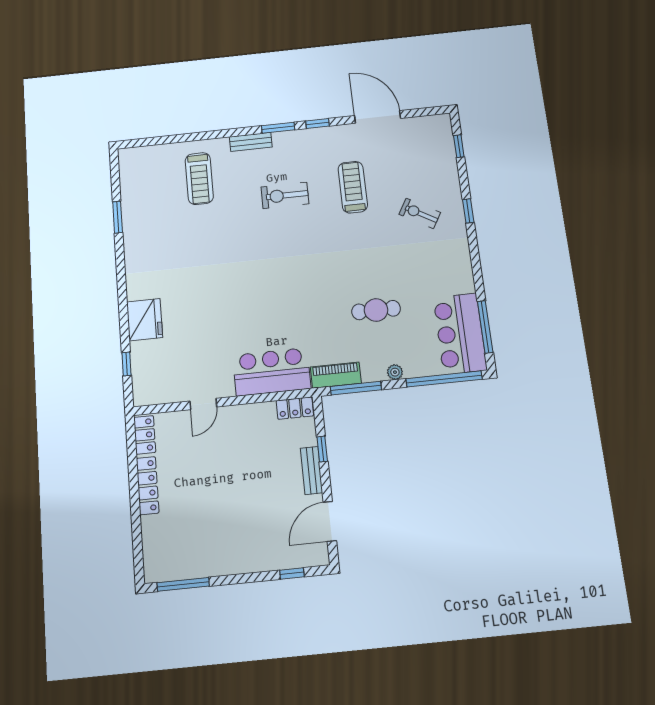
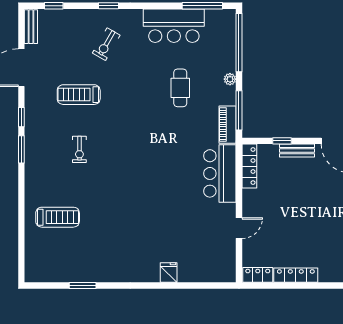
bench: (251, 142) -> (31, 27), moved
exercise bike: (285, 195) -> (79, 149), width x0.73, depth x0.72
fridge: (145, 320) -> (169, 272), width x0.53, depth x0.75
bar counter: (460, 334) -> (174, 26), moved
window: (126, 364) -> (202, 285), removed
door: (203, 404) -> (239, 228), hinge flipped
locker: (295, 408) -> (249, 166), width x1.53

